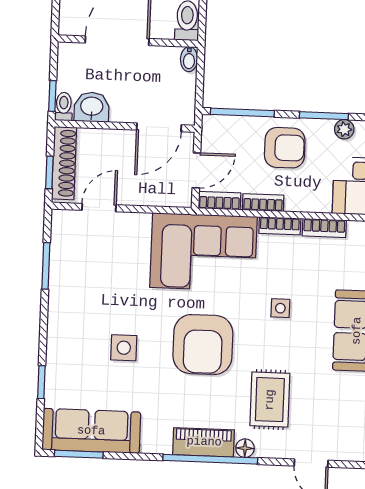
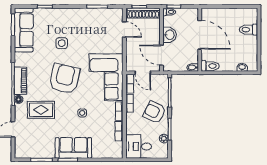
washbasin: (92, 107) -> (169, 35), moved
armchair: (285, 148) -> (155, 112), turned 116
armchair: (203, 345) -> (65, 79), turned 103

